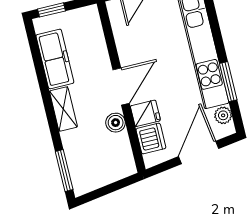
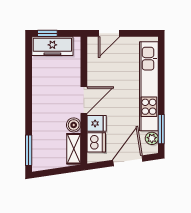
freezer: (55, 59) -> (52, 46), moved, turned 90
window: (228, 82) -> (161, 129), moved
shelving: (63, 109) -> (74, 149), moved

